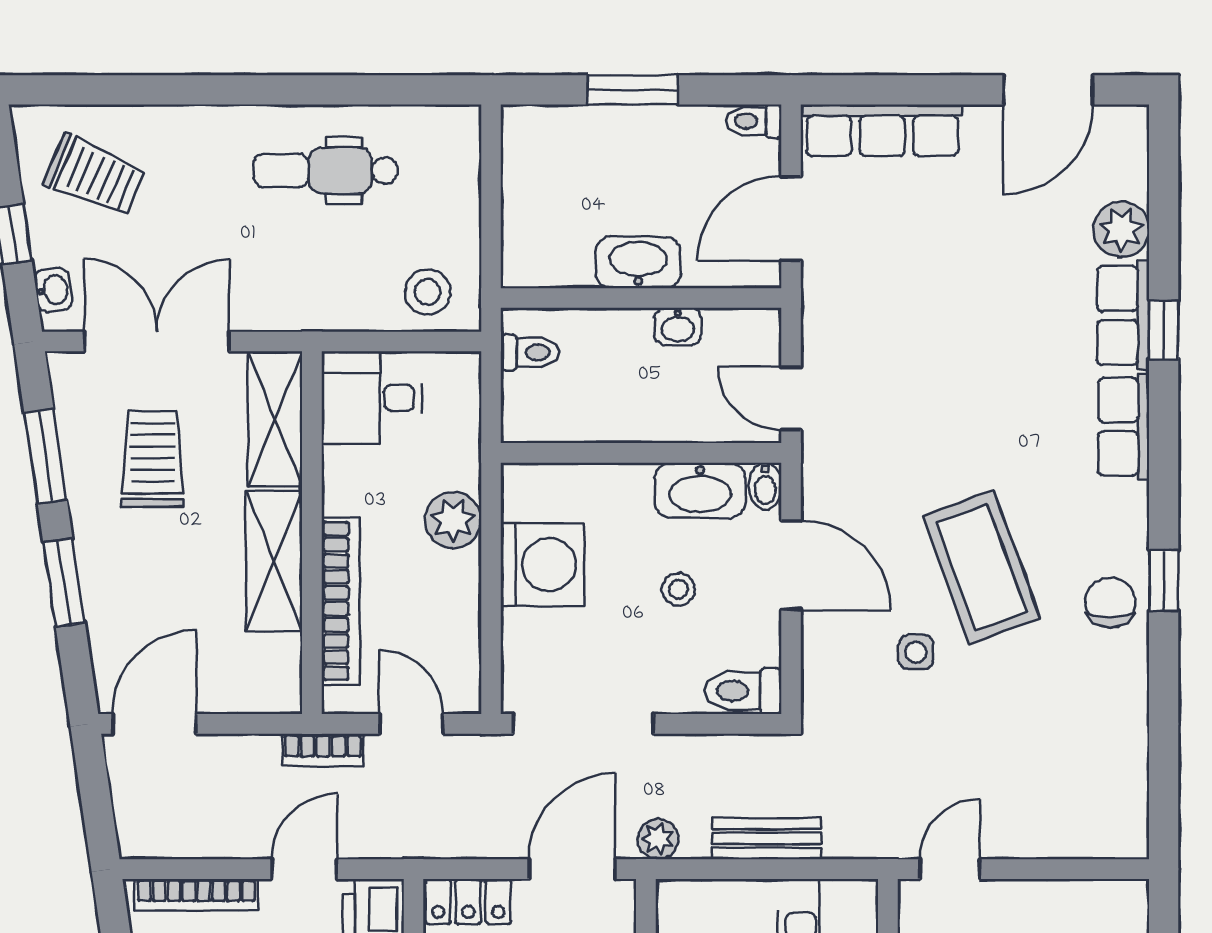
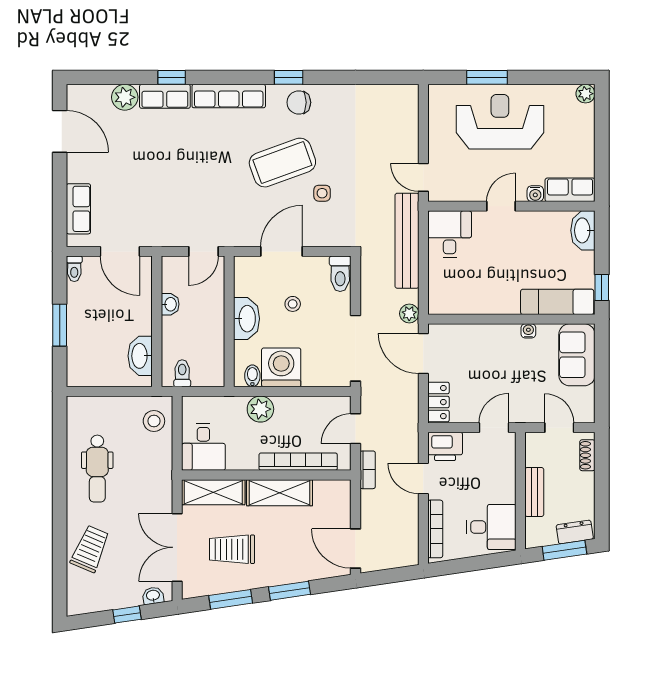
row of seats: (882, 130) -> (78, 209), width x0.68
trolley: (95, 176) -> (90, 549), moved
washbasin: (638, 262) -> (140, 356), moved
row of seats: (1124, 427) -> (229, 96), width x1.48
bidet: (765, 486) -> (252, 376), moved, turned -90
washbasin: (700, 490) -> (246, 319), moved
bench: (767, 838) -> (407, 241), width x1.86, depth x1.21

